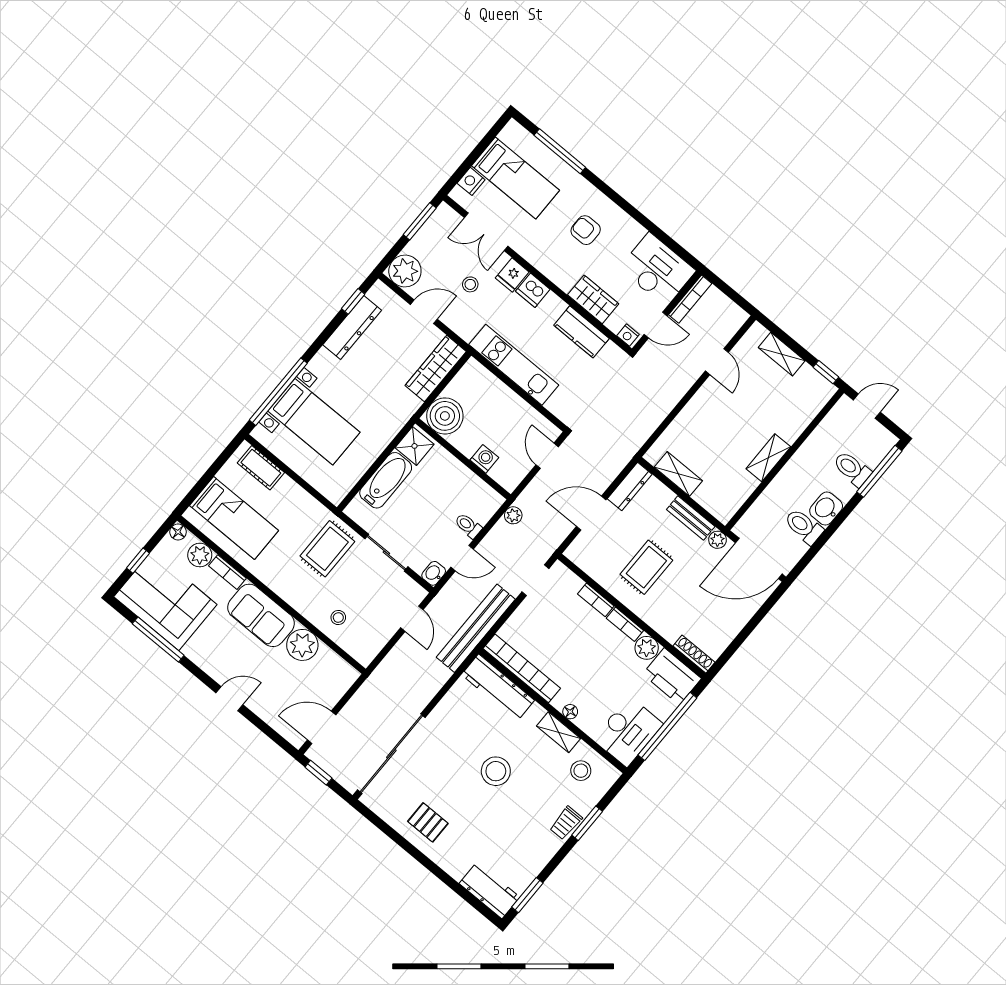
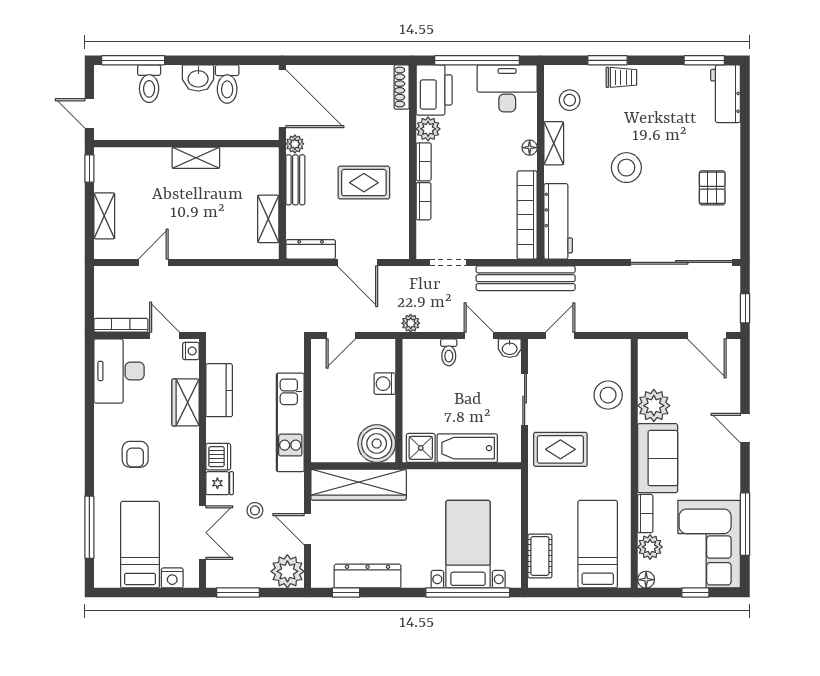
wardrobe: (436, 369) -> (359, 485), width x1.40, depth x1.17
stool: (338, 618) -> (608, 395), width x1.89, depth x1.89

